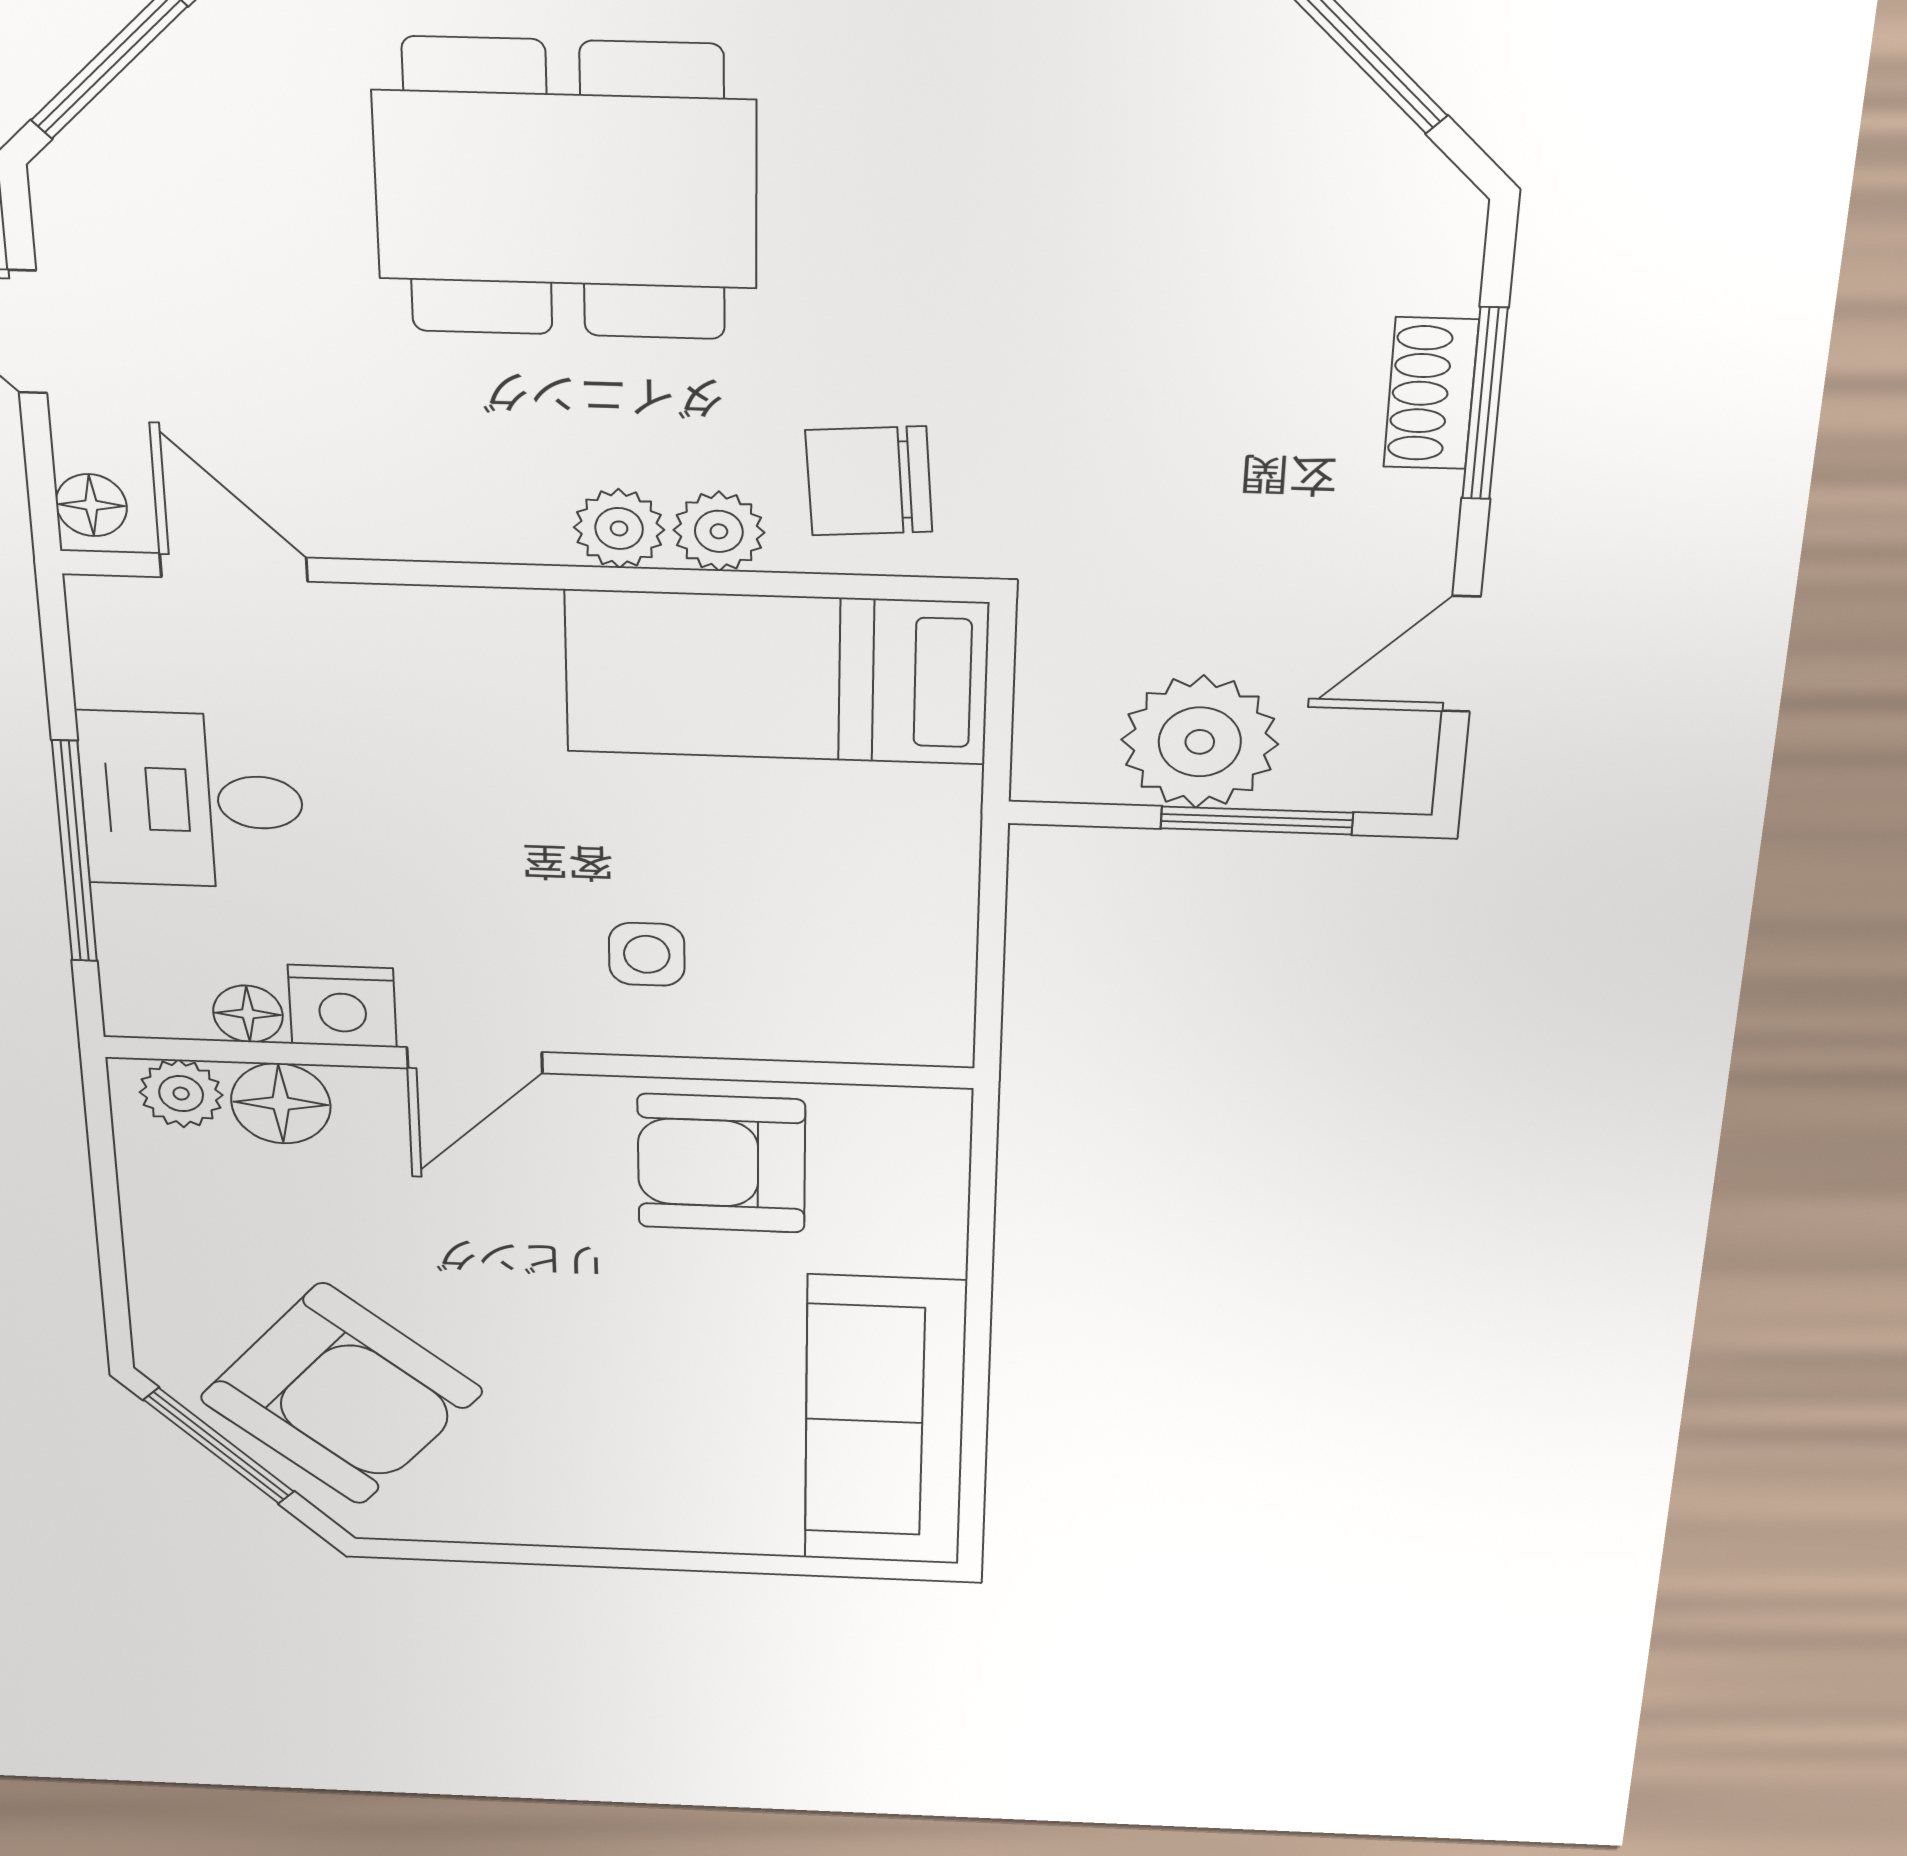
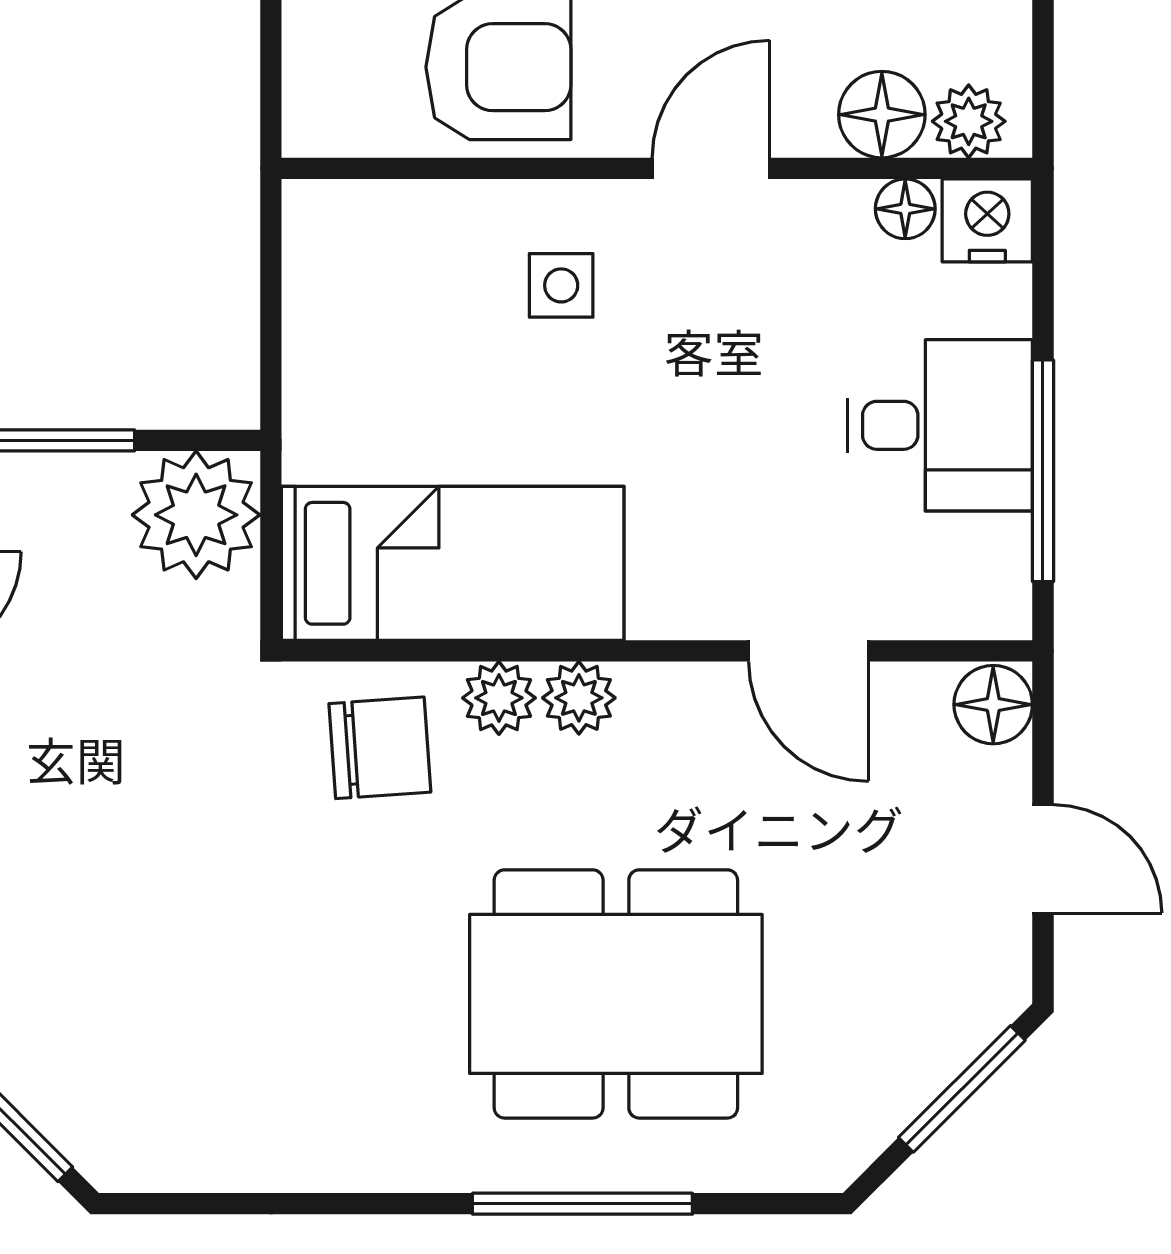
floor lamp: (91, 505) -> (993, 705), width x1.37, depth x1.37
door: (234, 567) -> (809, 651), moved
plant: (1200, 742) -> (196, 515), moved
window: (75, 852) -> (1043, 471), moved
nightstand: (342, 1006) -> (987, 220), moved

